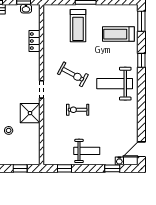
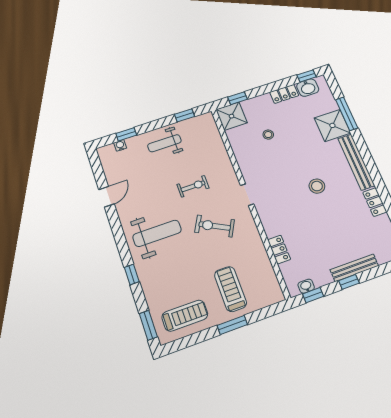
treadmill: (118, 34) -> (185, 316), moved
shower: (30, 113) -> (232, 116), moved
door: (141, 149) -> (106, 197), moved

